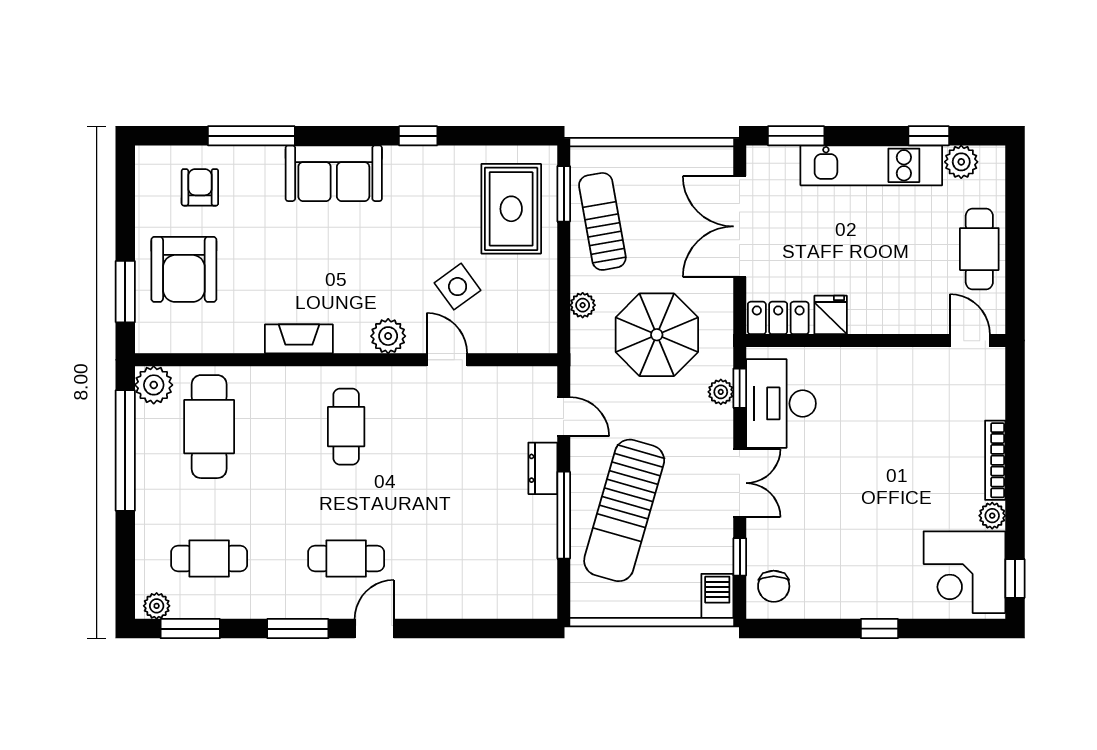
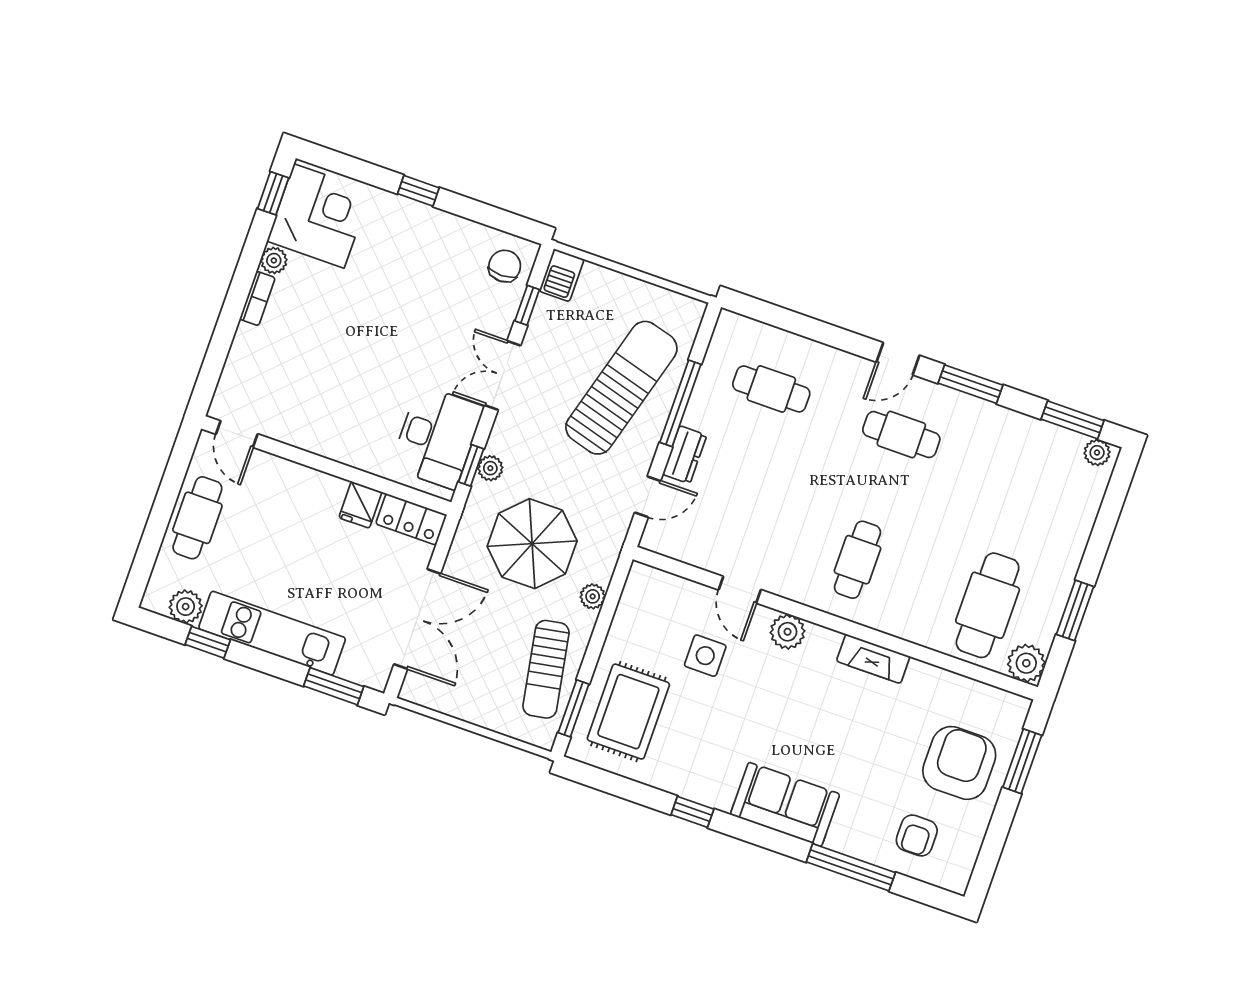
side table: (458, 287) -> (705, 656), turned 36
door: (564, 417) -> (648, 497), swing flipped
window: (125, 450) -> (1075, 610), width x0.47
bookcase: (995, 460) -> (257, 298), width x0.64
cafe table: (209, 559) -> (771, 389), moved

